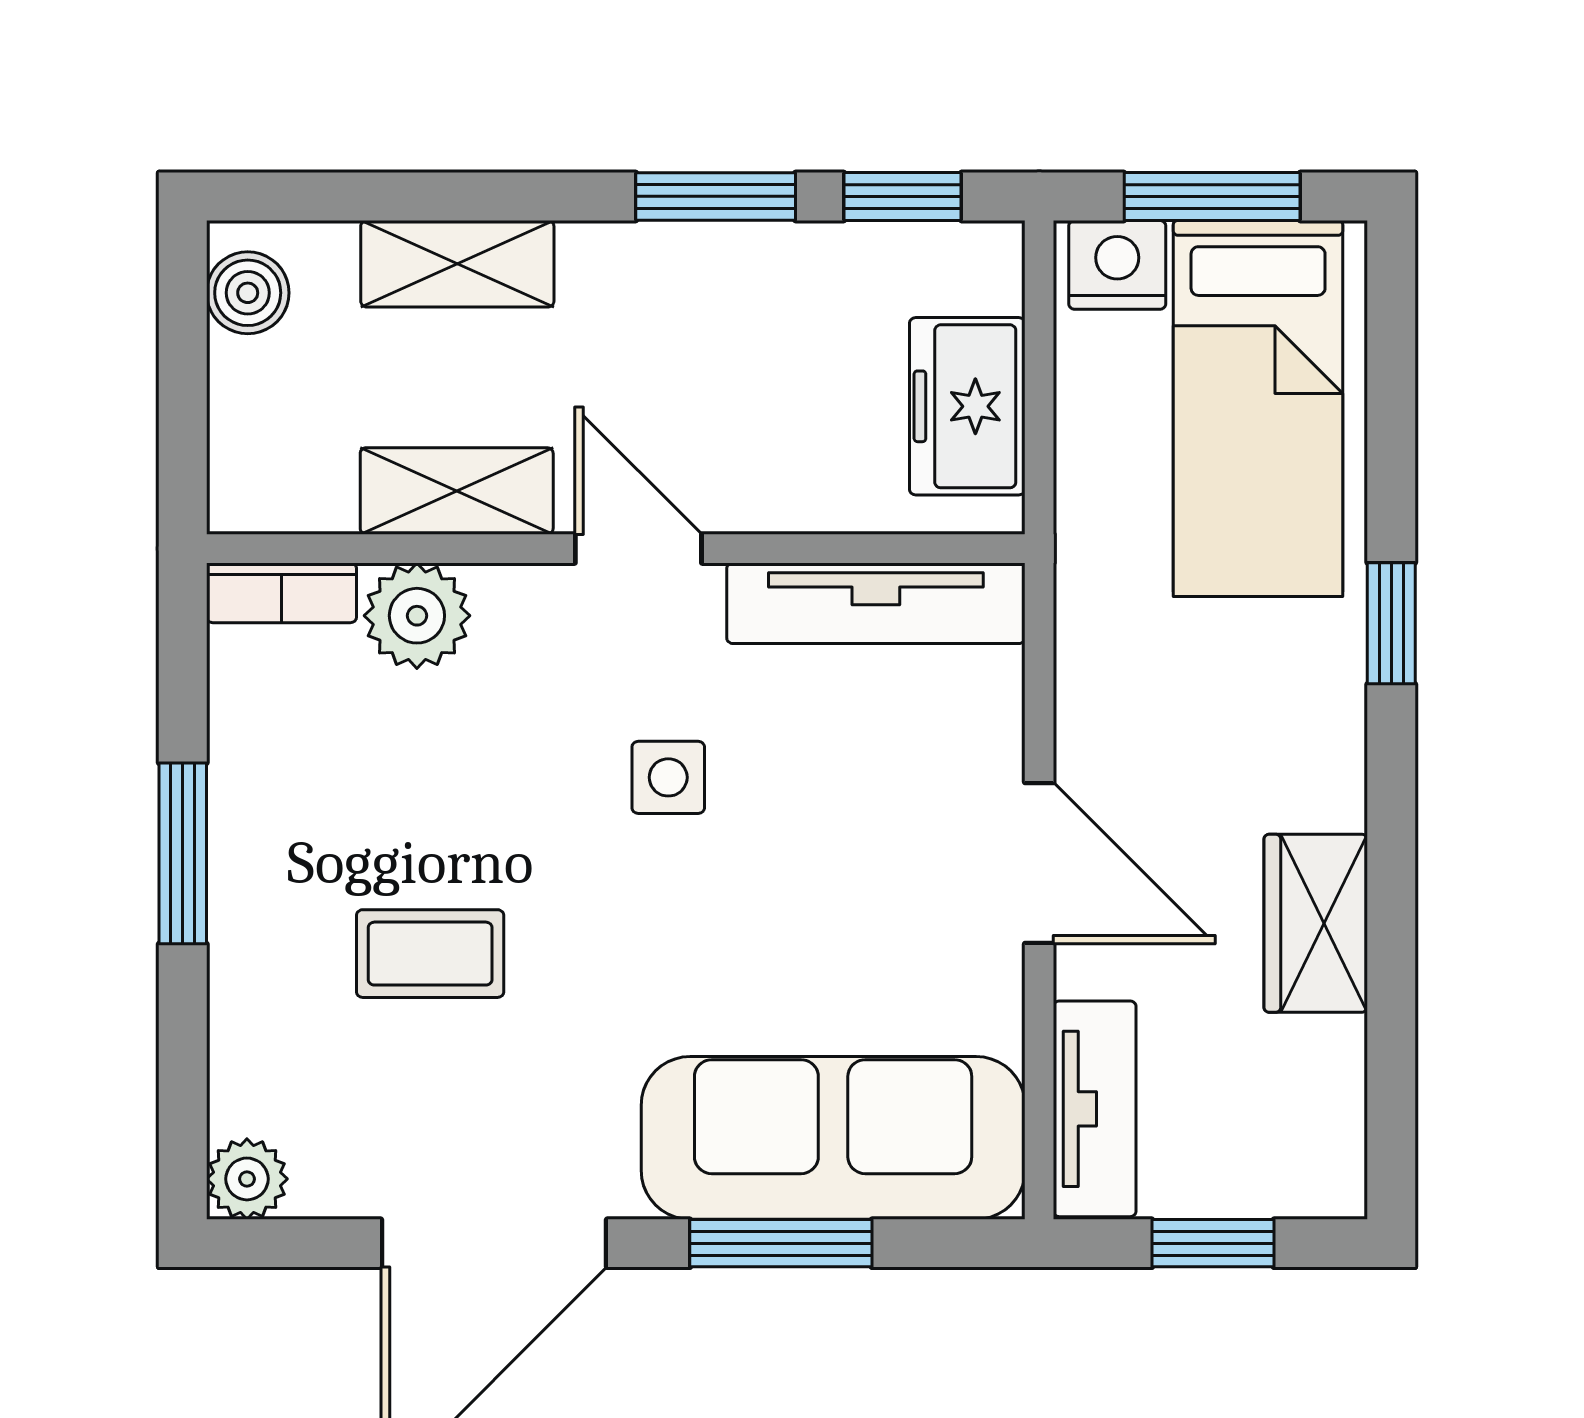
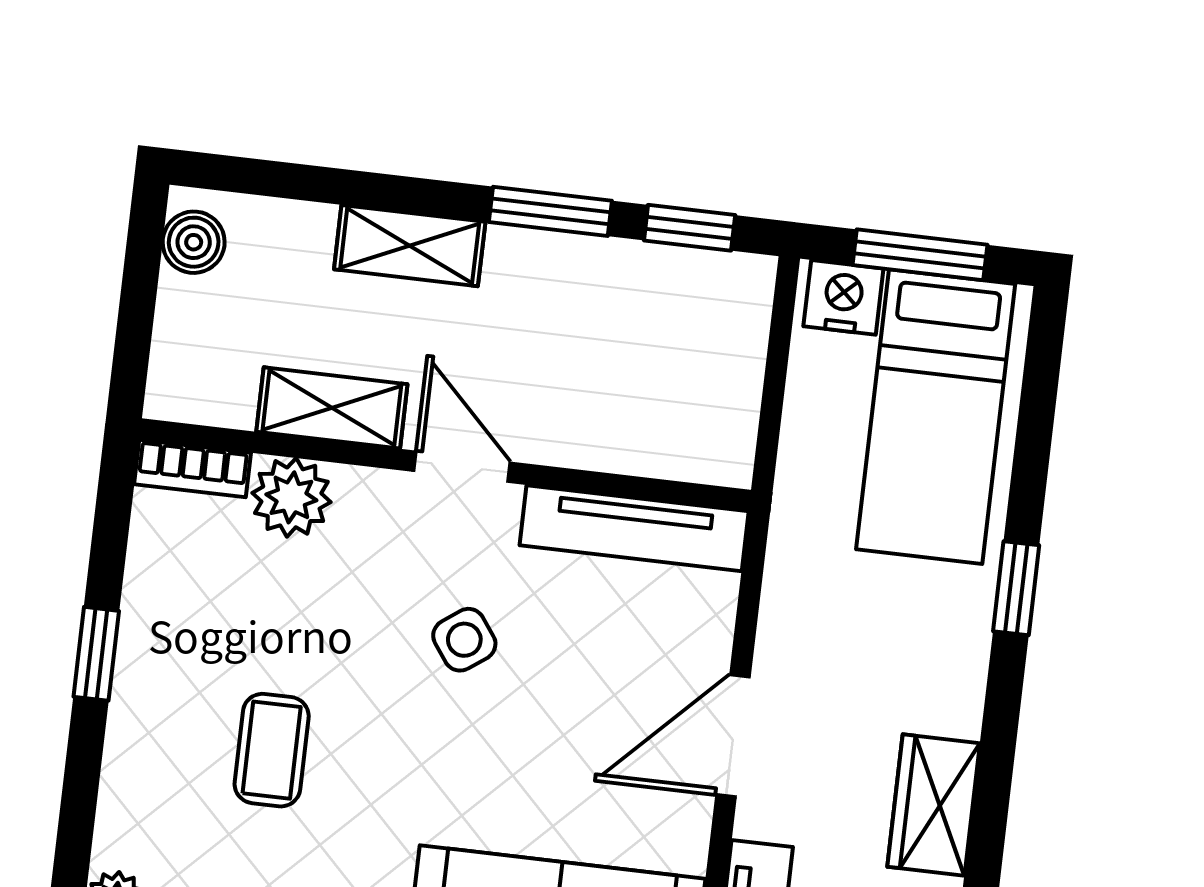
shelving: (457, 264) -> (410, 246), moved
freezer: (967, 406) -> (719, 390), removed
side table: (668, 777) -> (464, 640), turned -36
window: (183, 853) -> (96, 654), width x0.67
door: (1039, 863) -> (733, 736), swing flipped
coffee table: (430, 954) -> (272, 750), turned 90

